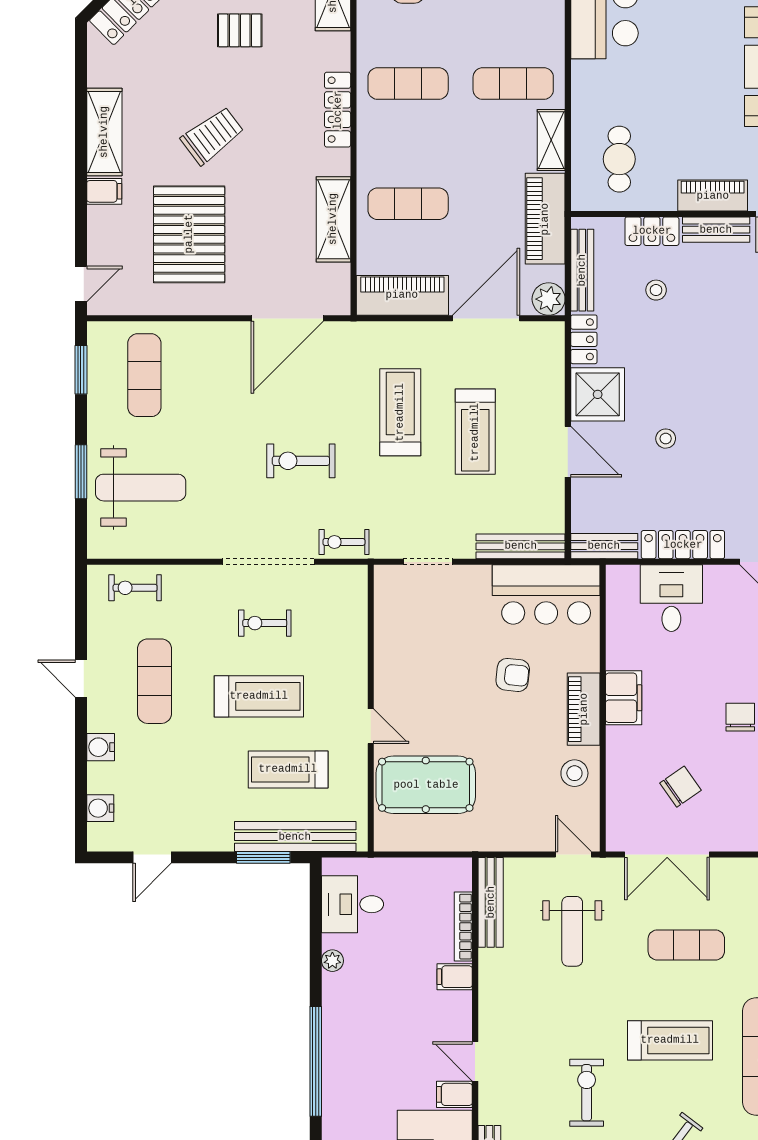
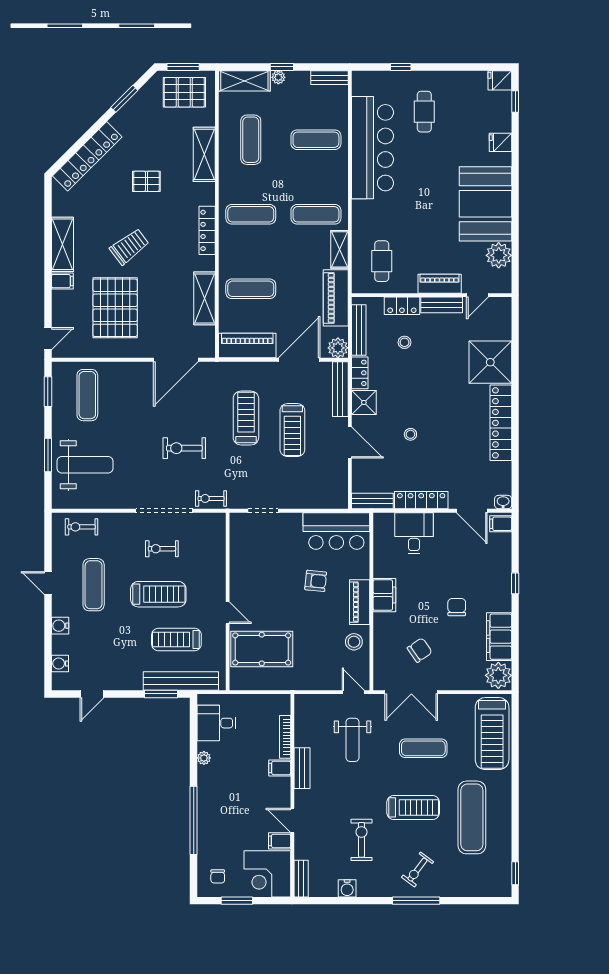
shower: (598, 394) -> (364, 403), width x0.73, depth x0.73
bench: (521, 546) -> (340, 389), moved, turned 90
bench: (491, 902) -> (302, 768), moved, width x0.73

